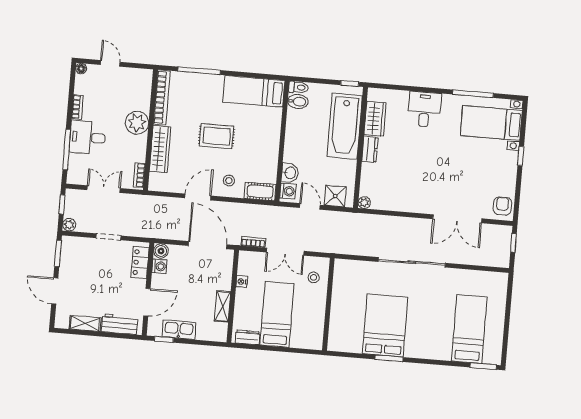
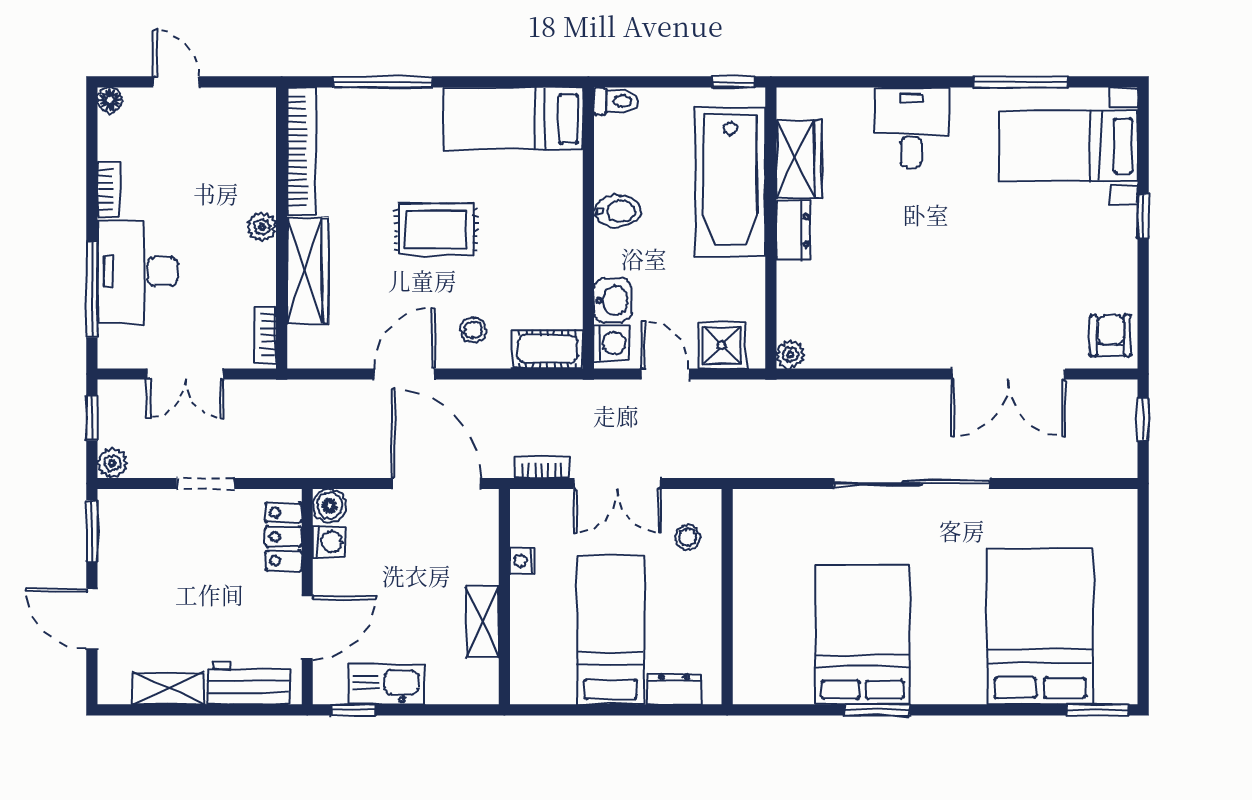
bidet: (298, 102) -> (617, 211), moved
plant: (137, 123) -> (262, 227), width x0.53, depth x0.53
desk: (87, 137) -> (138, 272), width x1.37
double door: (104, 189) -> (185, 374), swing flipped
bed: (469, 329) -> (1040, 626), width x1.50
dresser: (247, 337) -> (674, 689), moved

